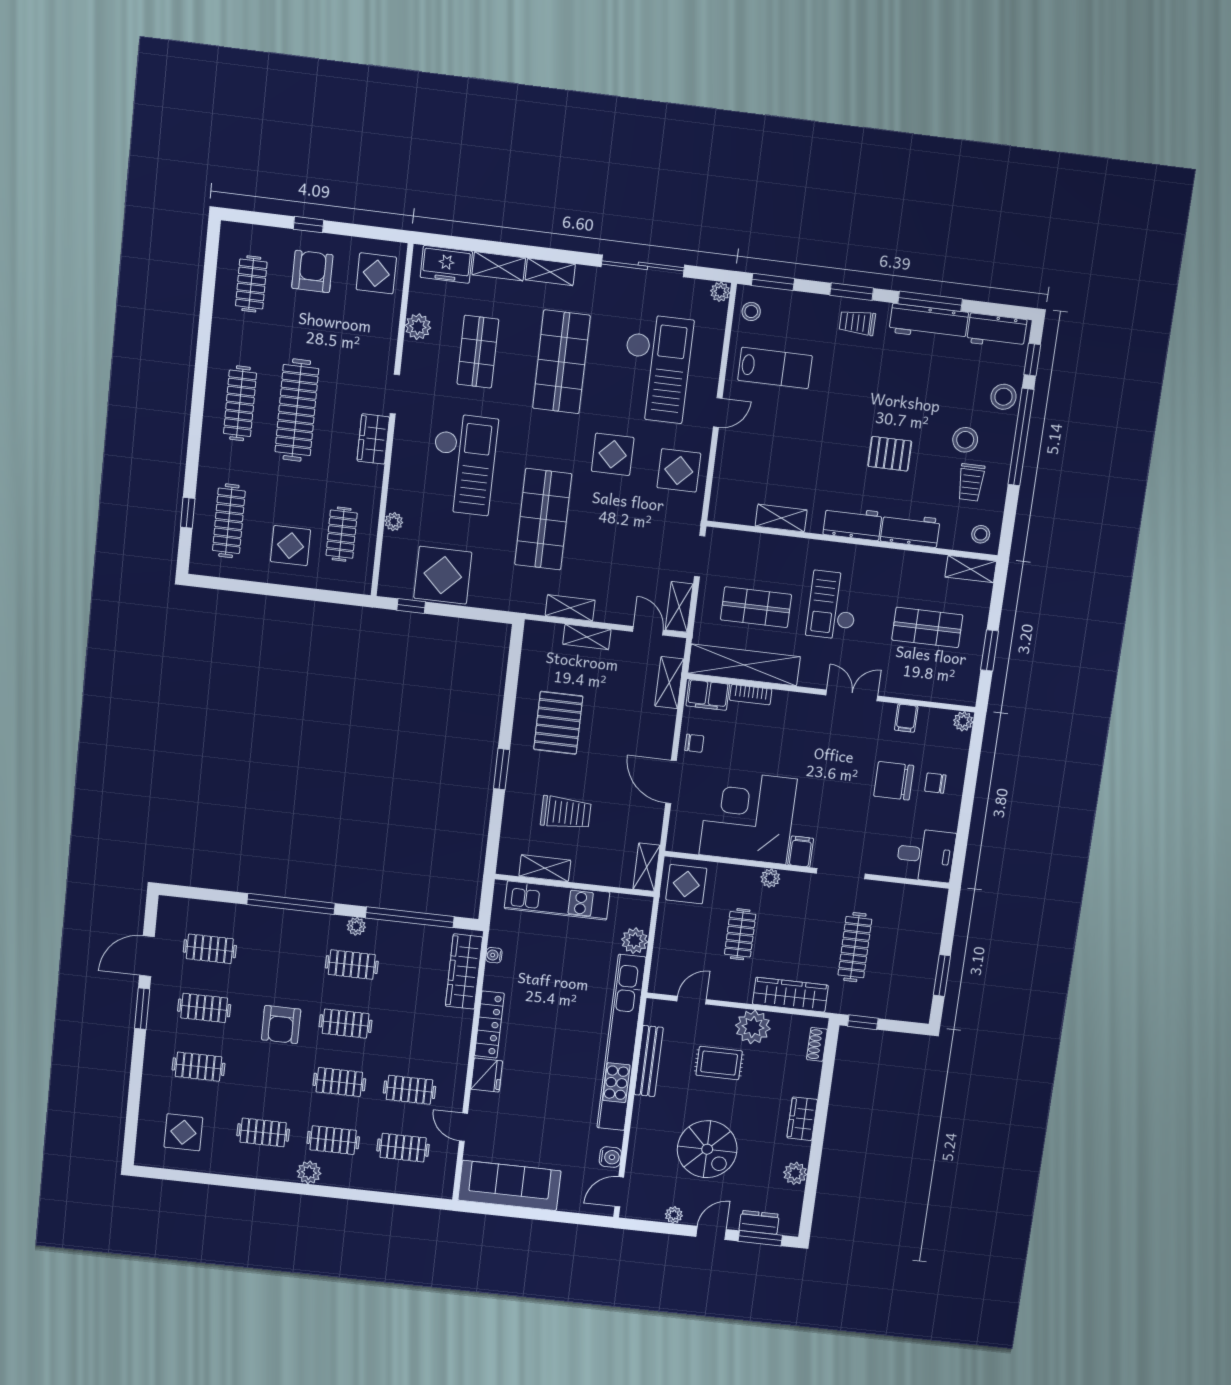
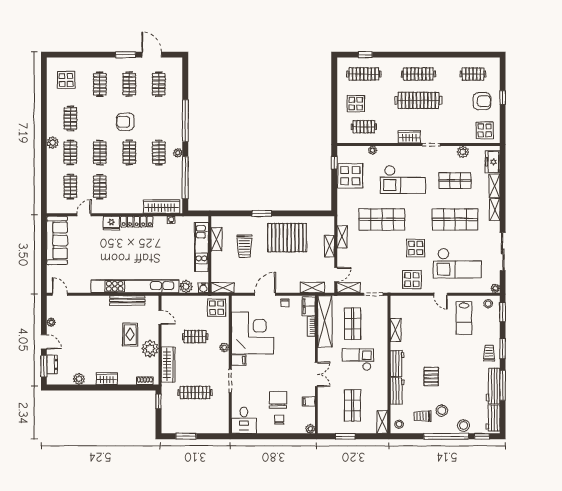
pallet: (558, 723) -> (287, 238), width x1.37, depth x1.41
spiral stairs: (707, 1149) -> (86, 334), removed
water cooler: (610, 1157) -> (203, 288), moved

